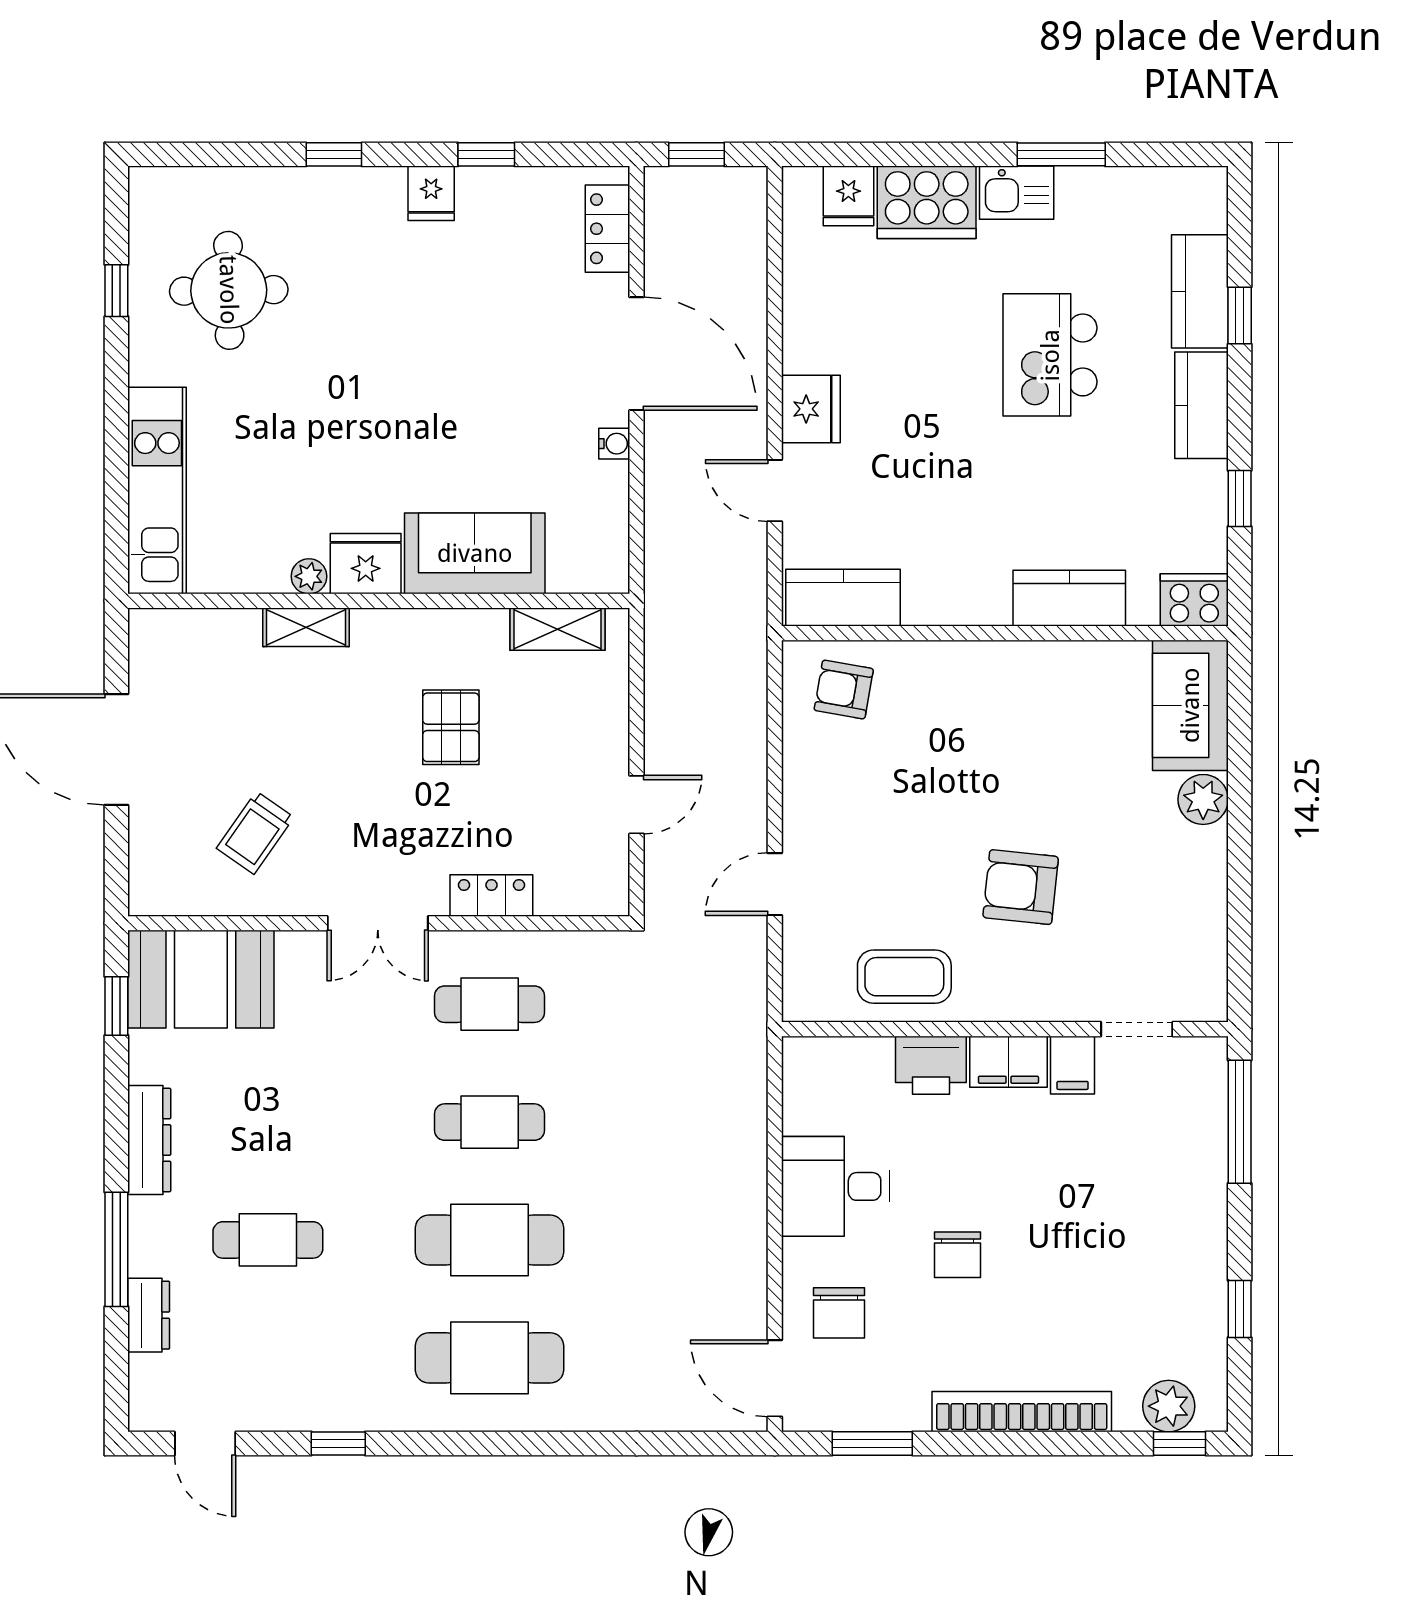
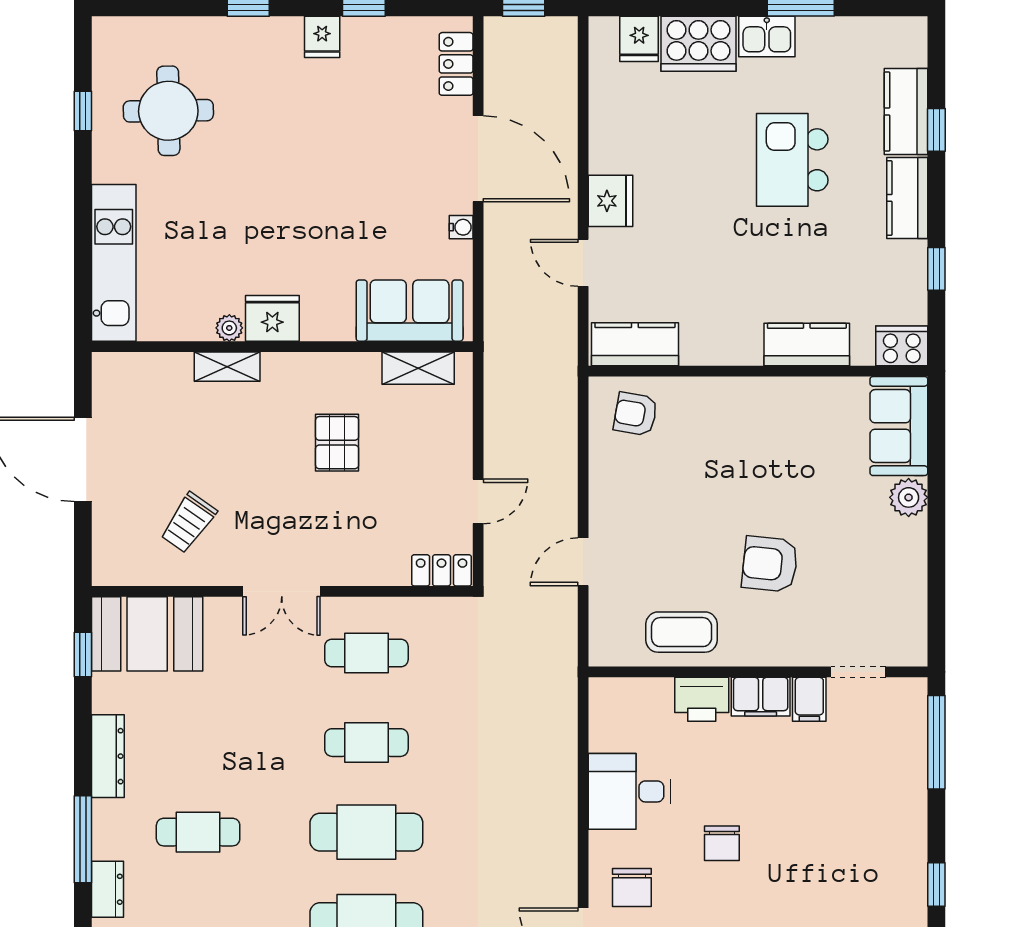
sofa: (475, 553) -> (410, 311), moved
locker: (491, 895) -> (442, 570), moved

